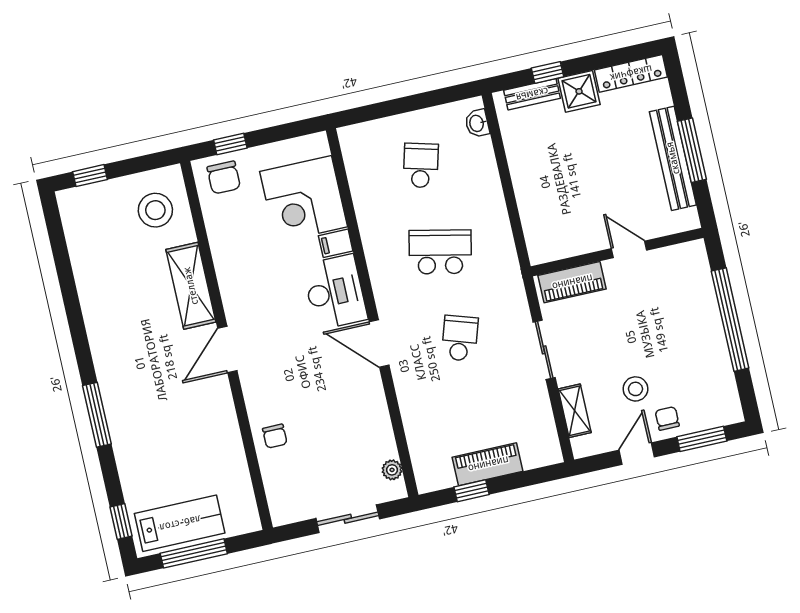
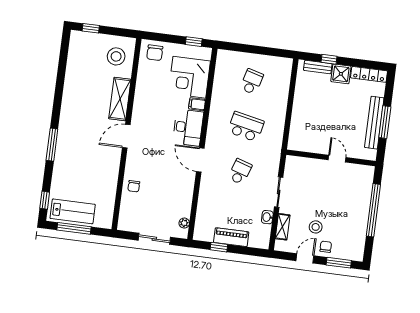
washbasin: (477, 123) -> (267, 217), moved
window: (230, 144) -> (194, 42), moved
piano: (572, 282) -> (304, 164), removed

